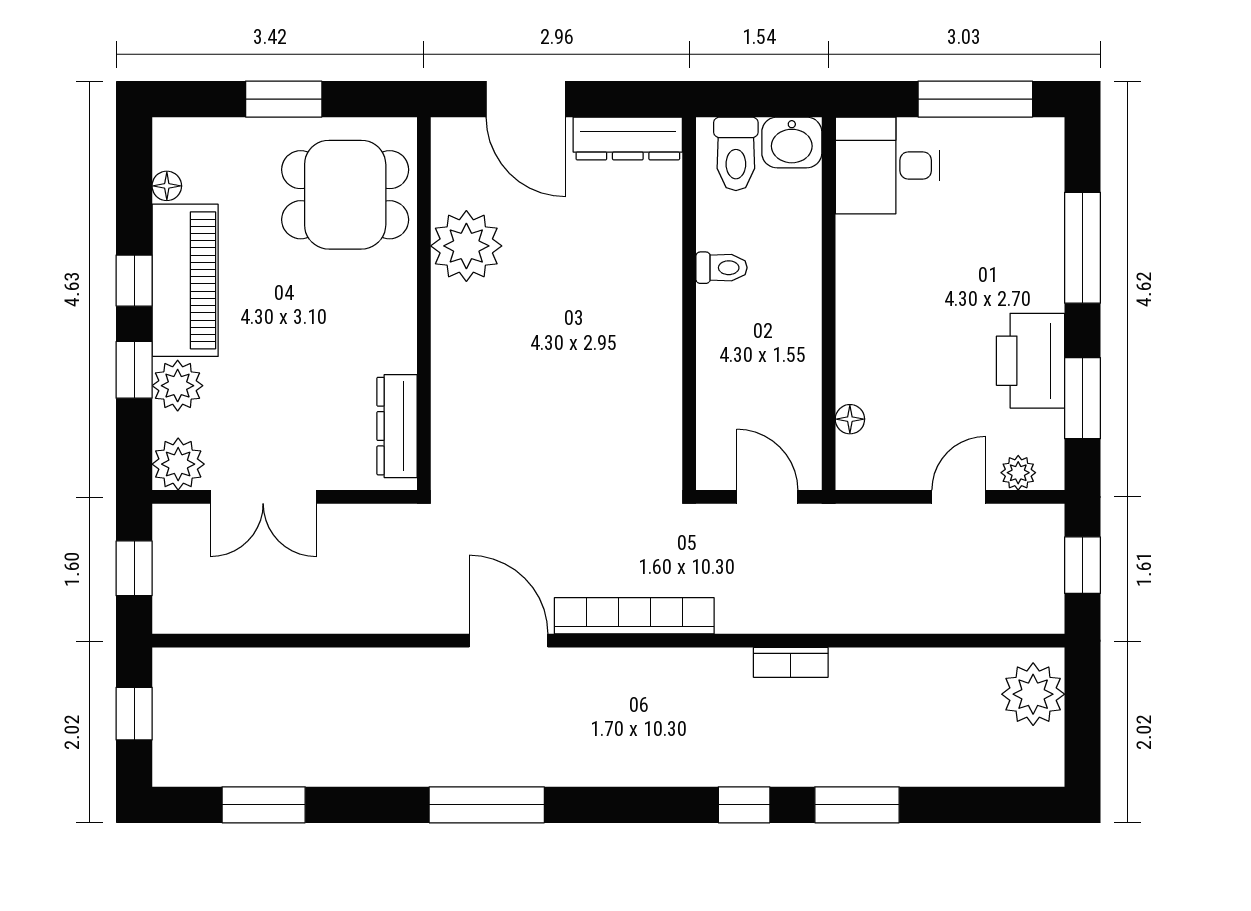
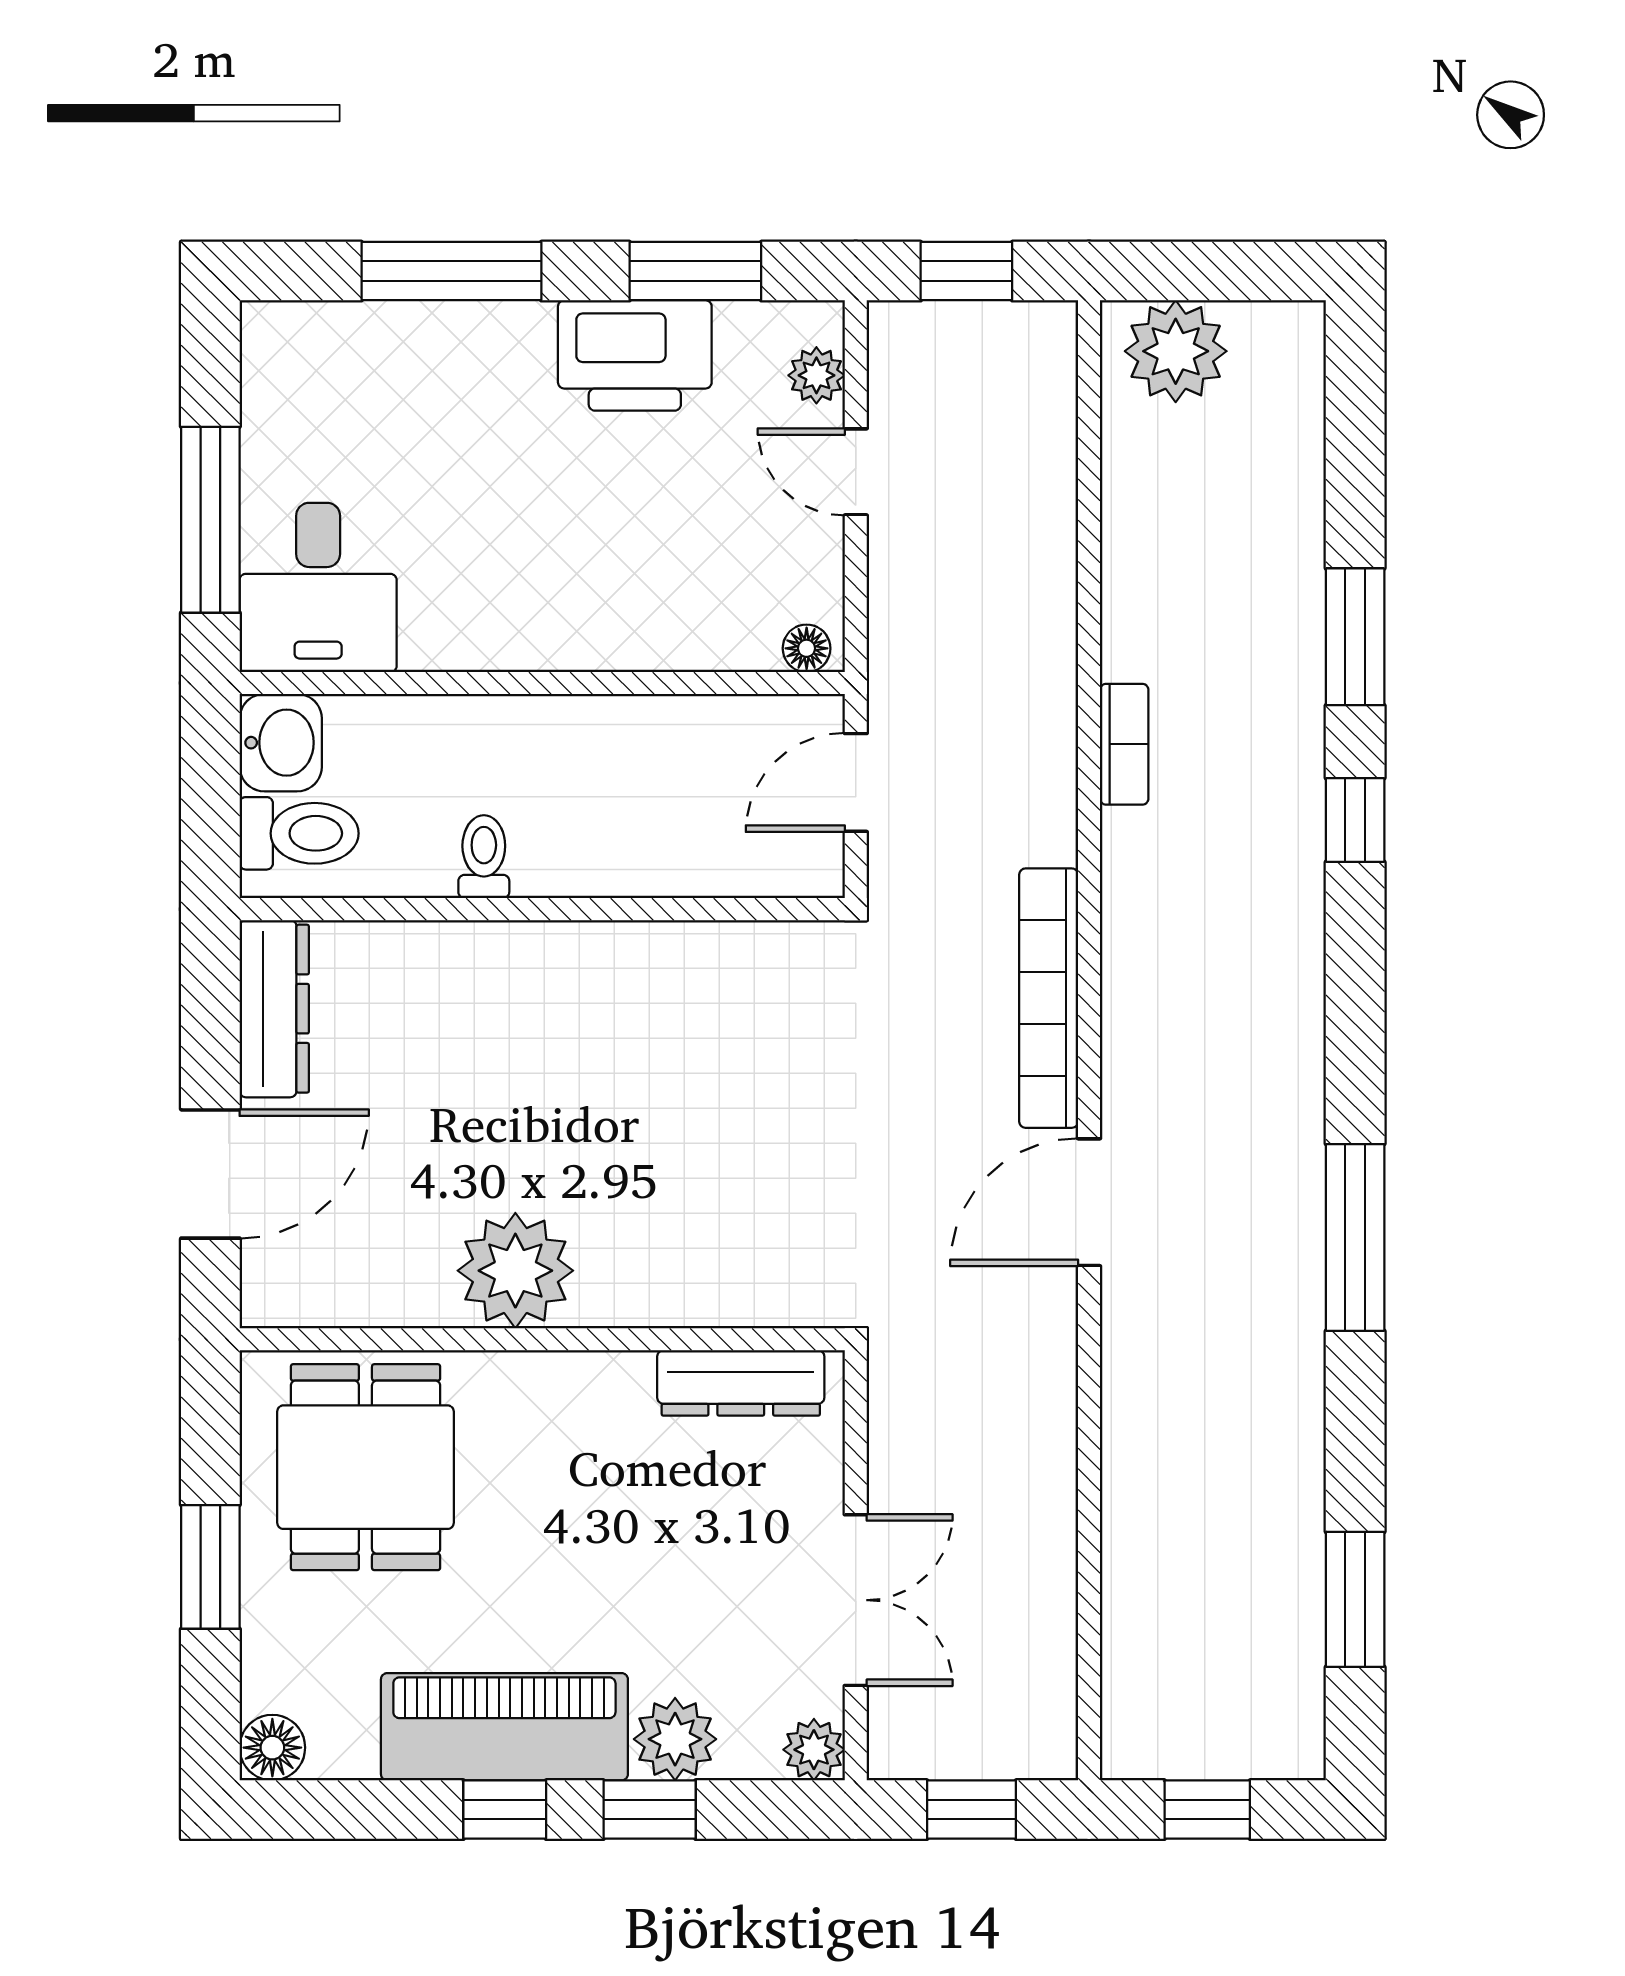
window: (975, 99) -> (210, 520), moved
floor lamp: (167, 186) -> (272, 1748), moved, width x1.37, depth x1.37
plant: (466, 246) -> (515, 1271), moved
floor lamp: (850, 419) -> (807, 648), moved
plant: (178, 464) -> (814, 1750), width x0.73, depth x0.73

